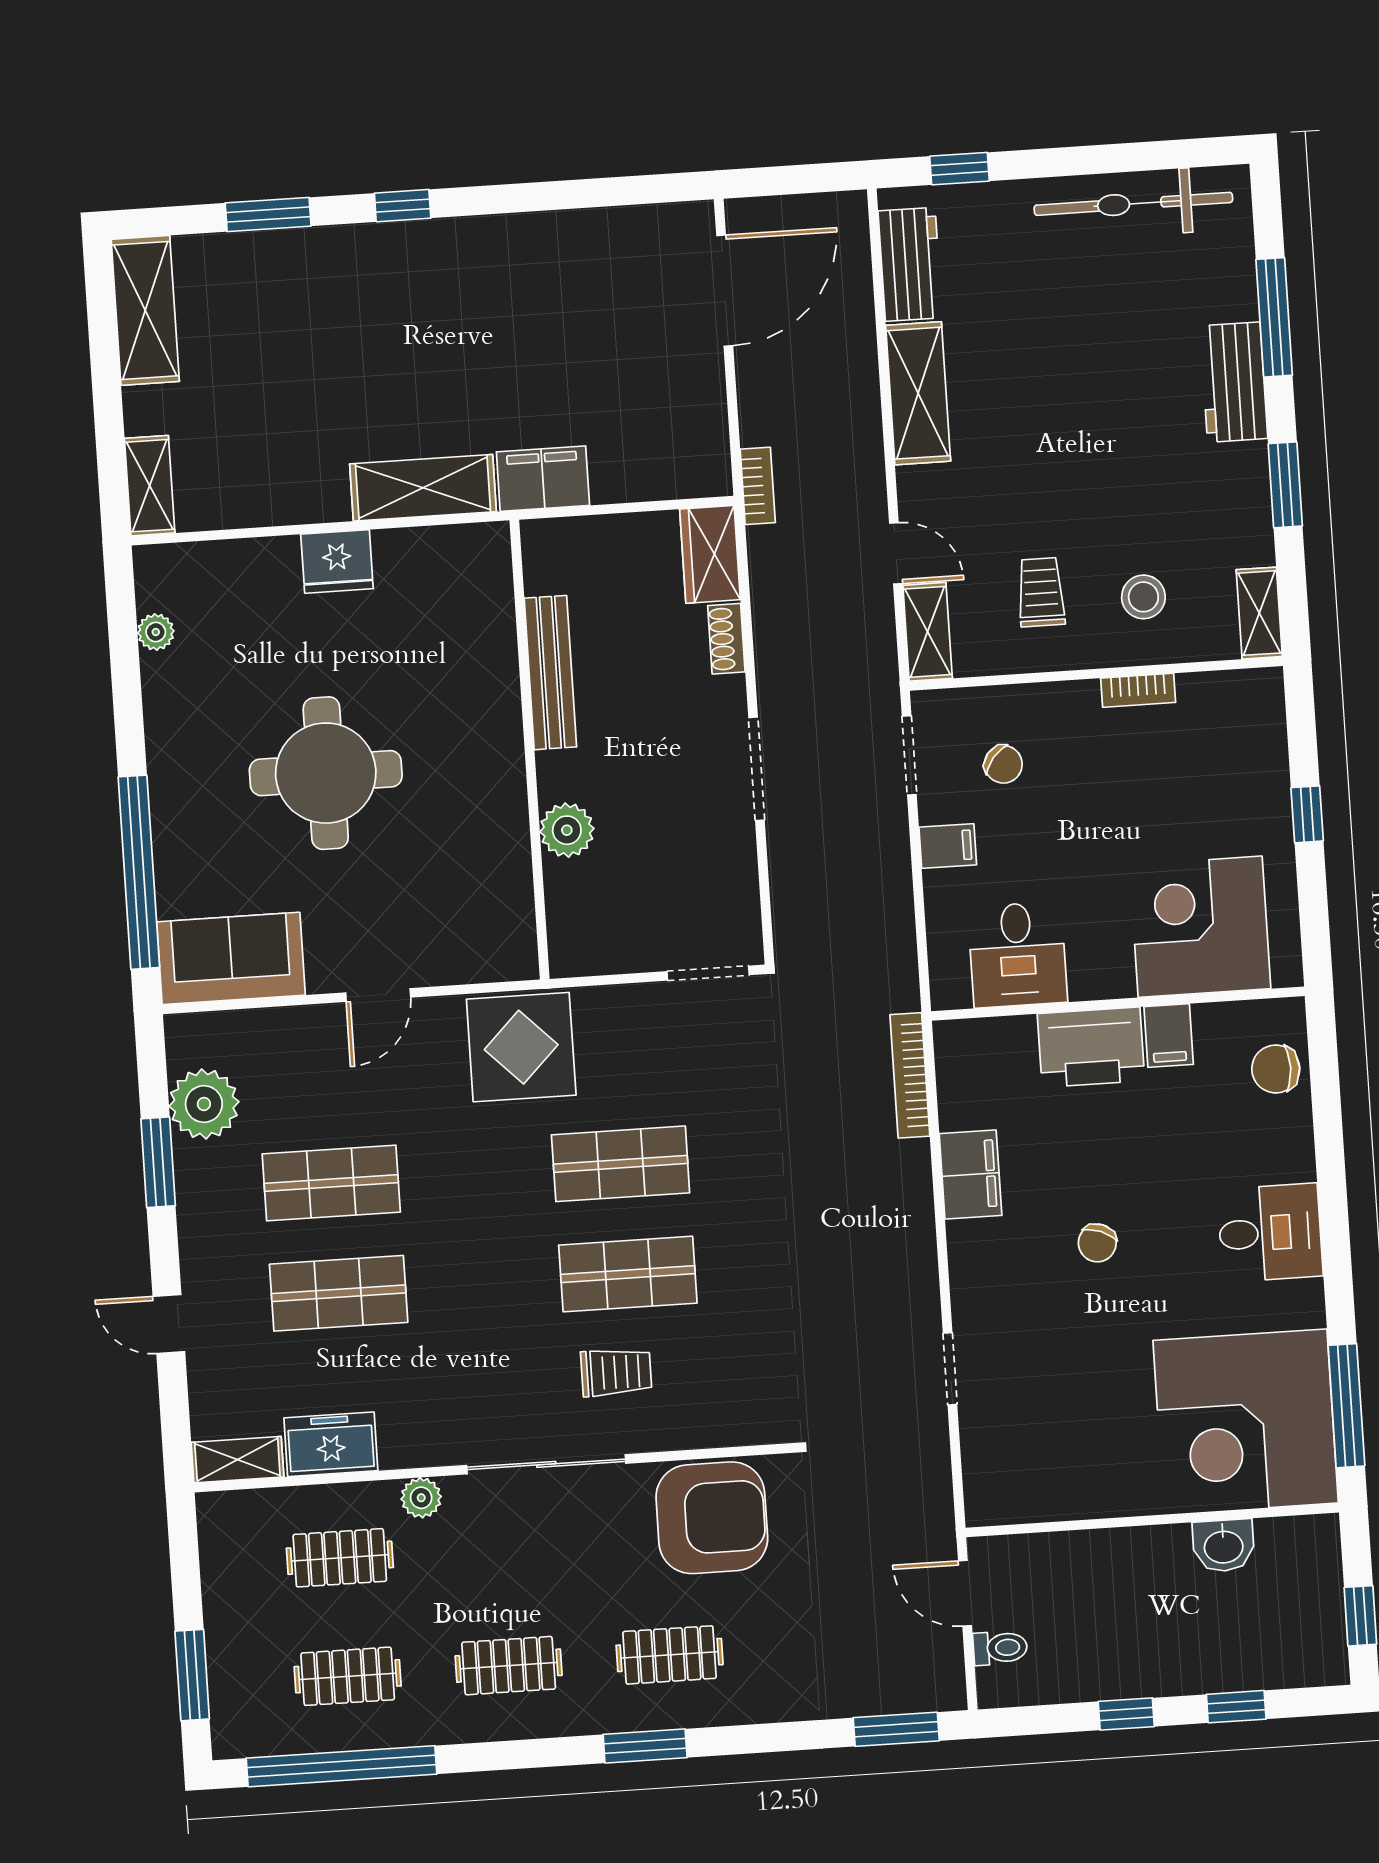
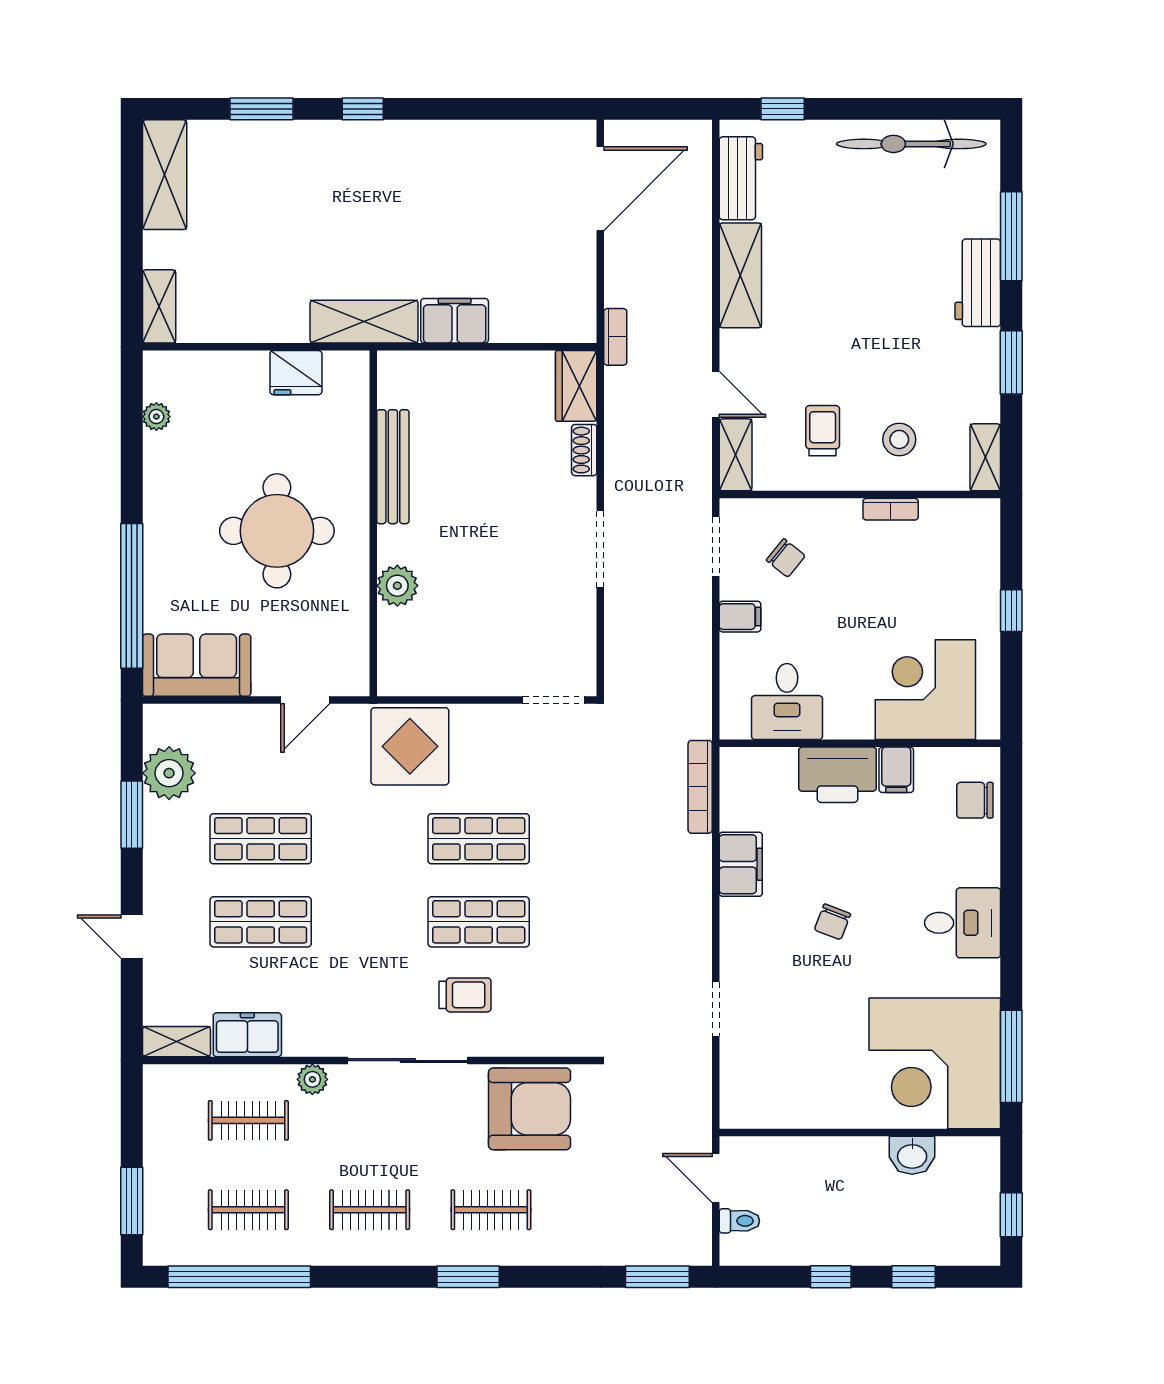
bench: (550, 673) -> (393, 467), moved
wall: (529, 750) -> (373, 523), moved
plant: (567, 830) -> (397, 586), moved

